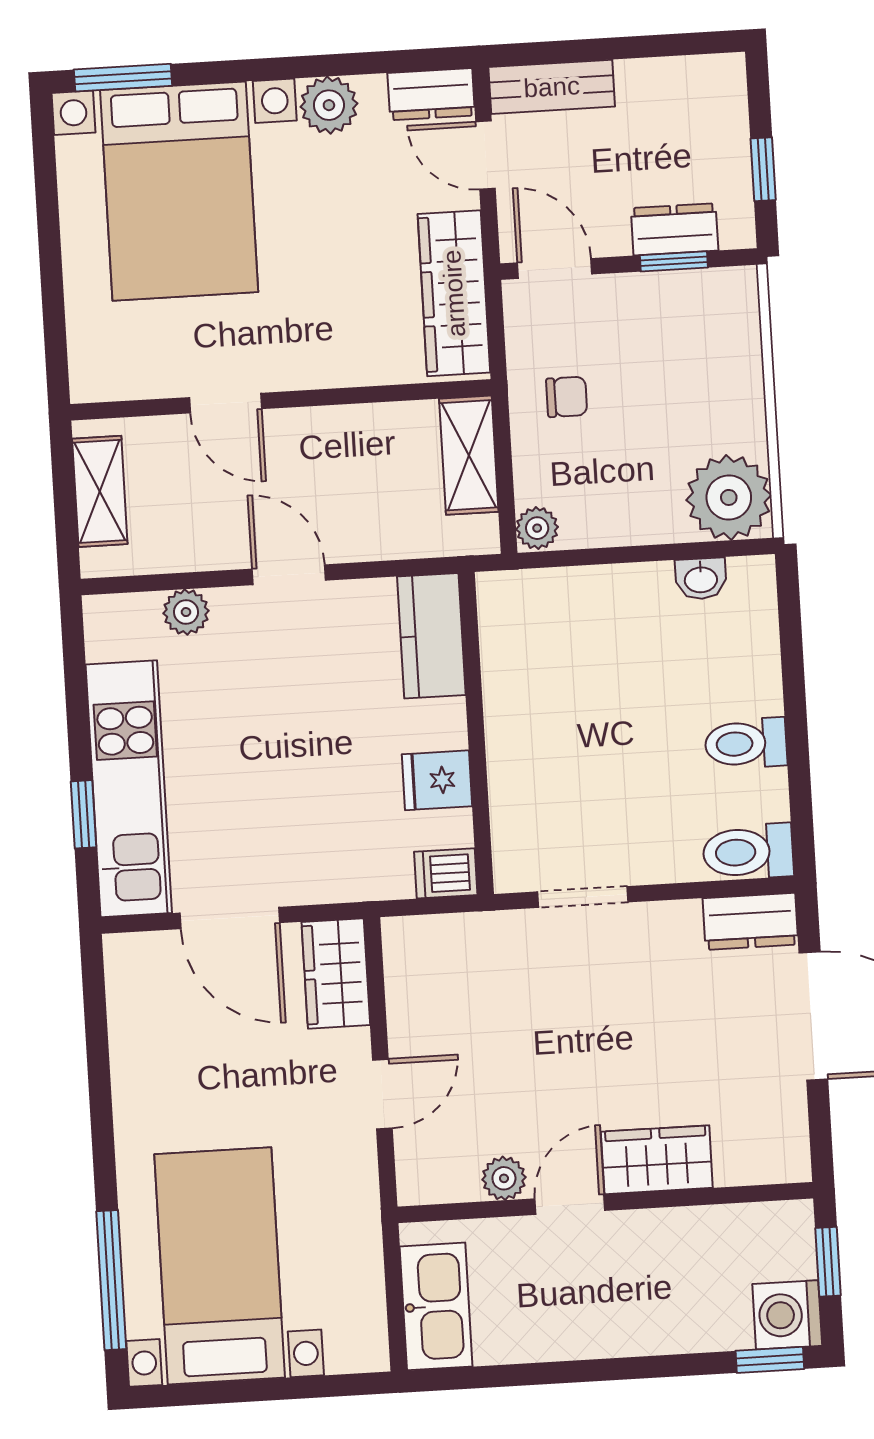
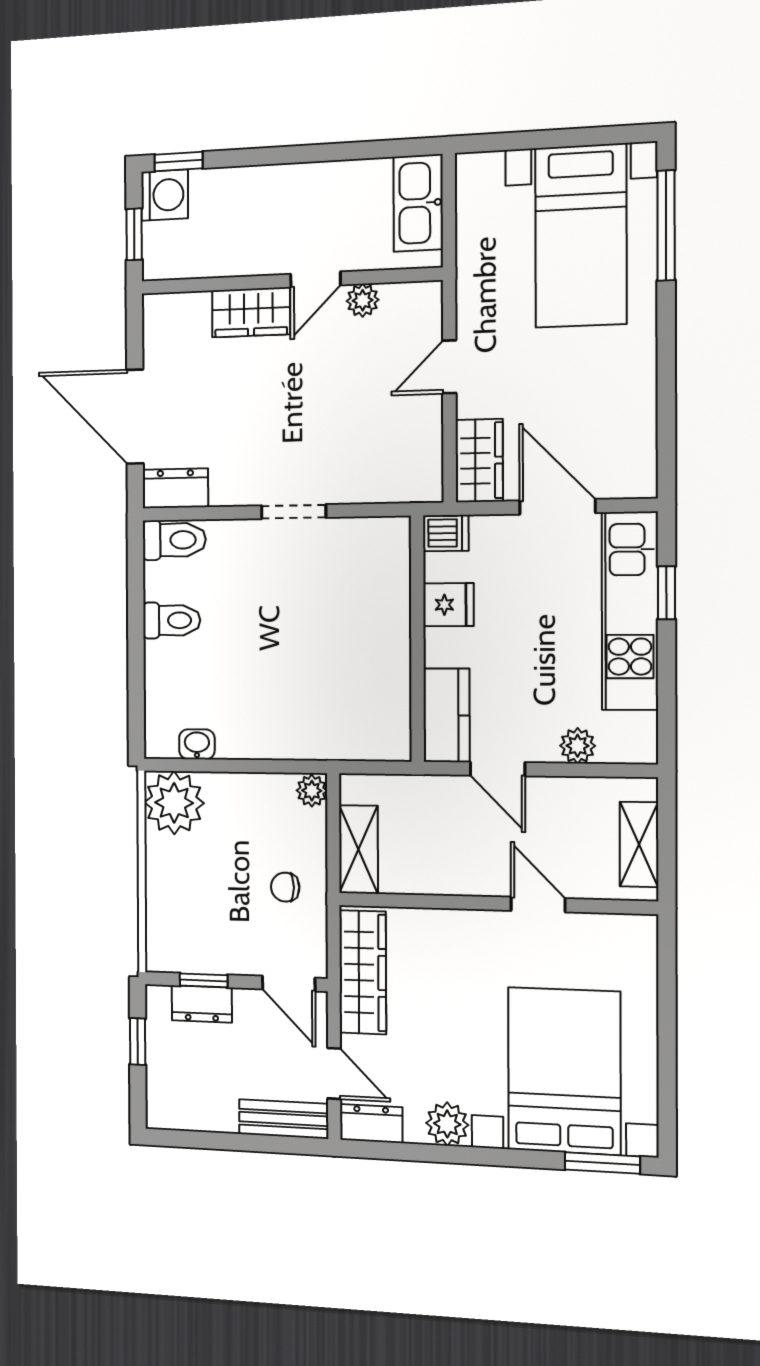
kitchen counter: (431, 636) -> (446, 715), moved
wall: (476, 733) -> (417, 639), moved
fridge: (437, 780) -> (448, 605), moved
dishwasher: (446, 873) -> (446, 533), moved

